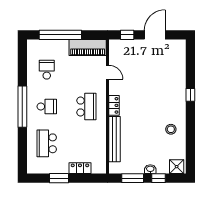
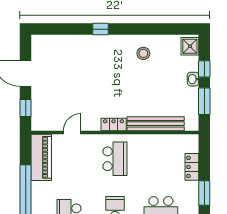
school desk: (86, 107) -> (115, 159), turned 90

